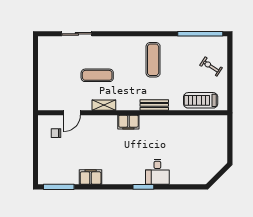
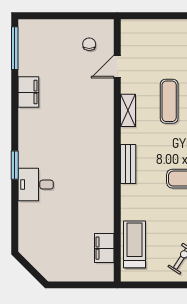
bench: (154, 105) -> (128, 164), moved
door: (72, 113) -> (117, 66), hinge flipped
filing cabinet: (128, 122) -> (104, 248), moved

